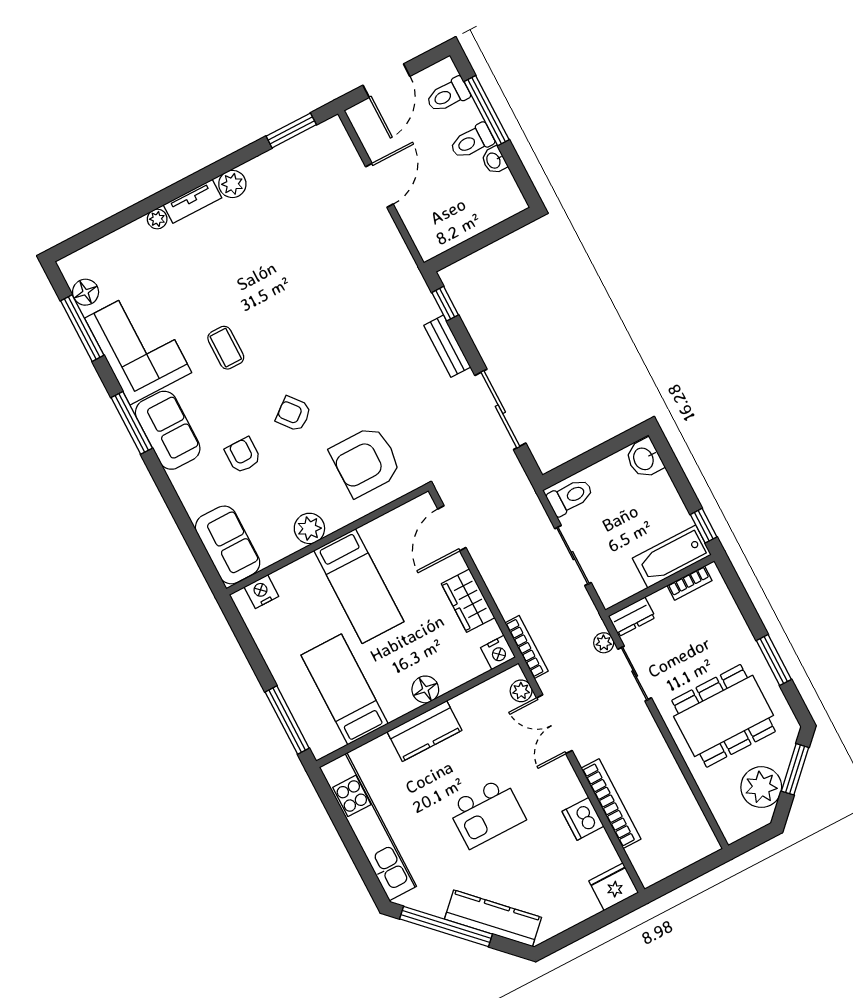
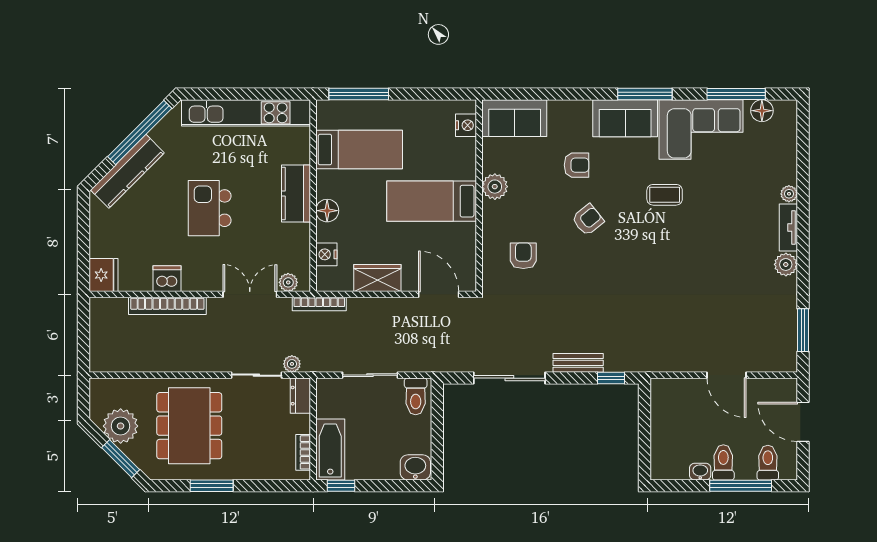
armchair: (366, 461) -> (523, 256), width x0.53, depth x0.53
nightstand: (498, 652) -> (326, 254), moved

